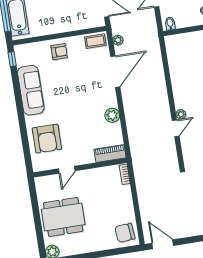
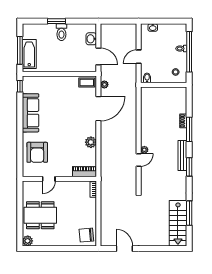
armchair: (59, 52) -> (57, 86), removed
door: (163, 244) -> (124, 249), moved

